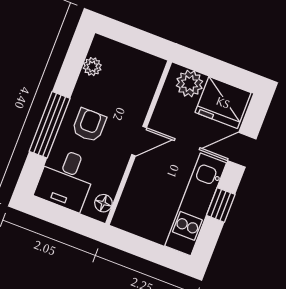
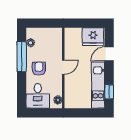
plant: (189, 84) -> (75, 34), removed
window: (50, 125) -> (22, 57), moved
window: (221, 205) -> (109, 92), moved

